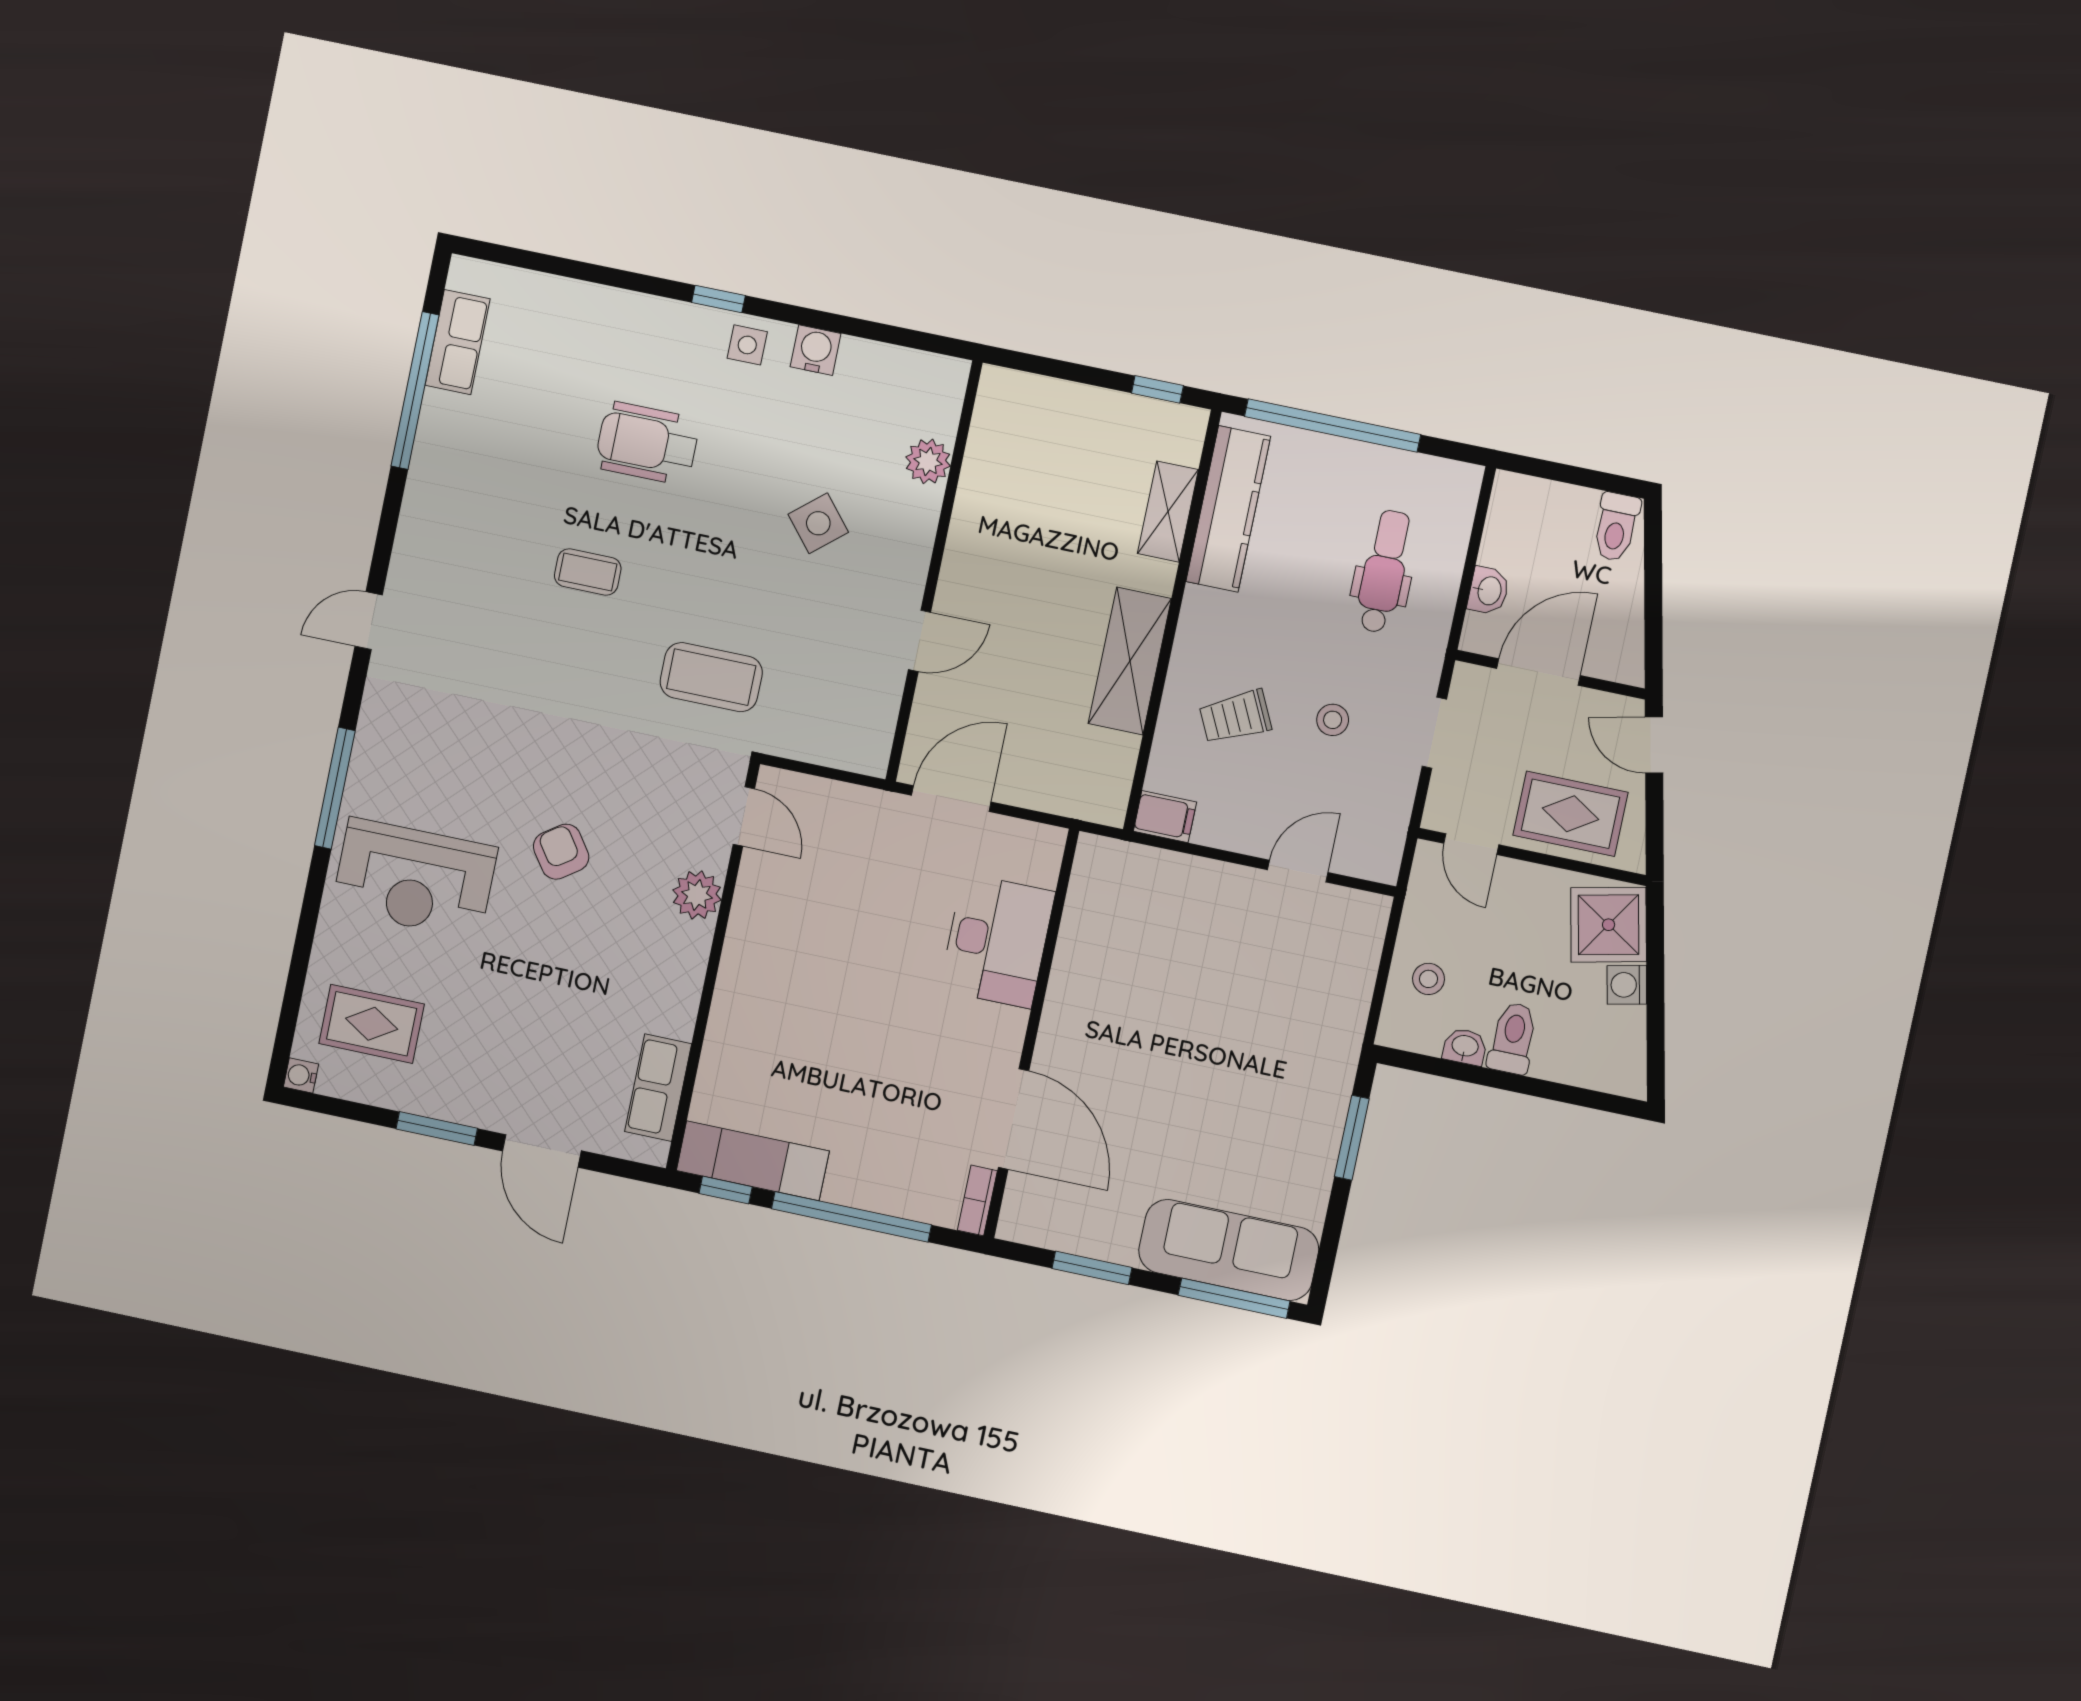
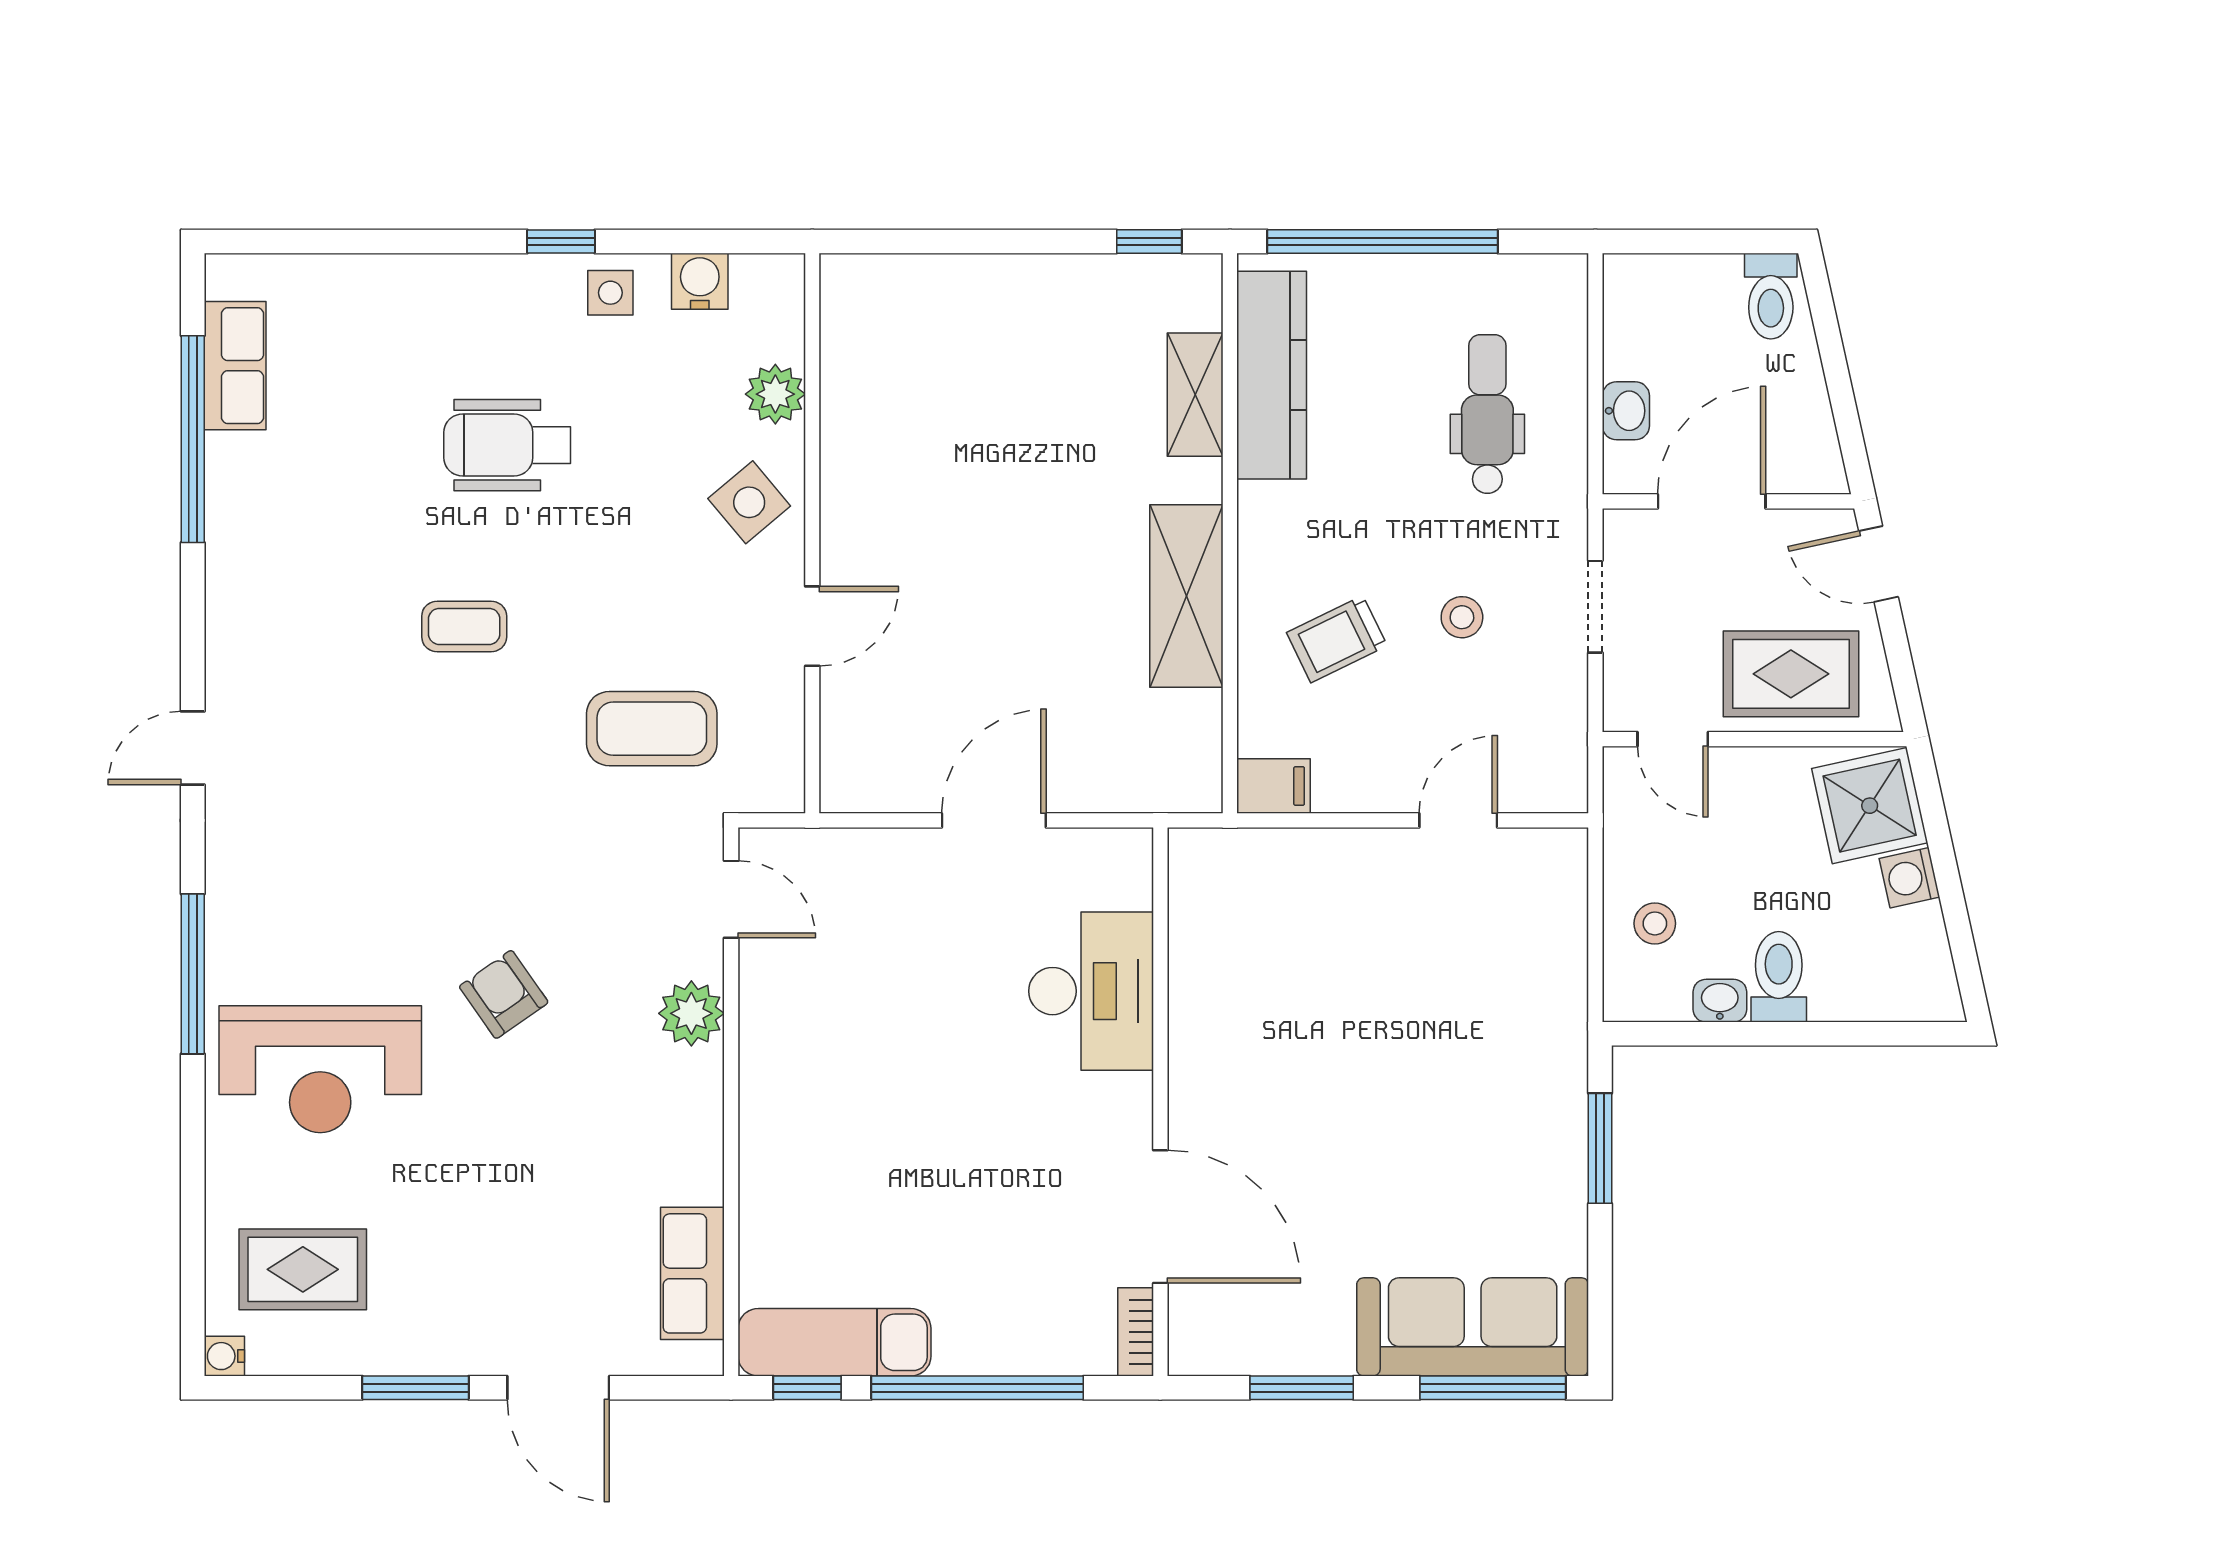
plant: (928, 461) -> (775, 394), moved
wall: (934, 571) -> (812, 533), moved
door: (920, 641) -> (812, 626), moved

